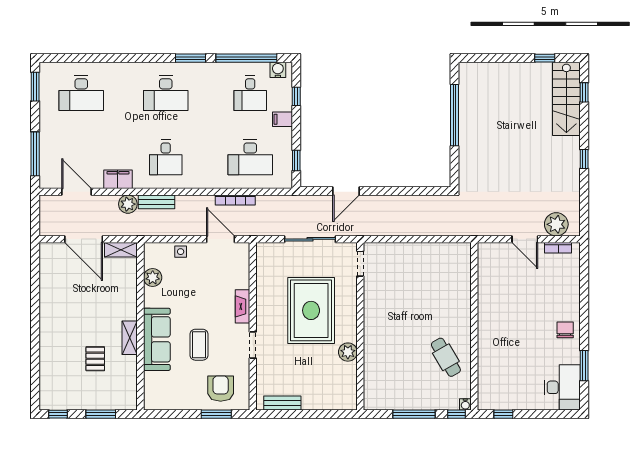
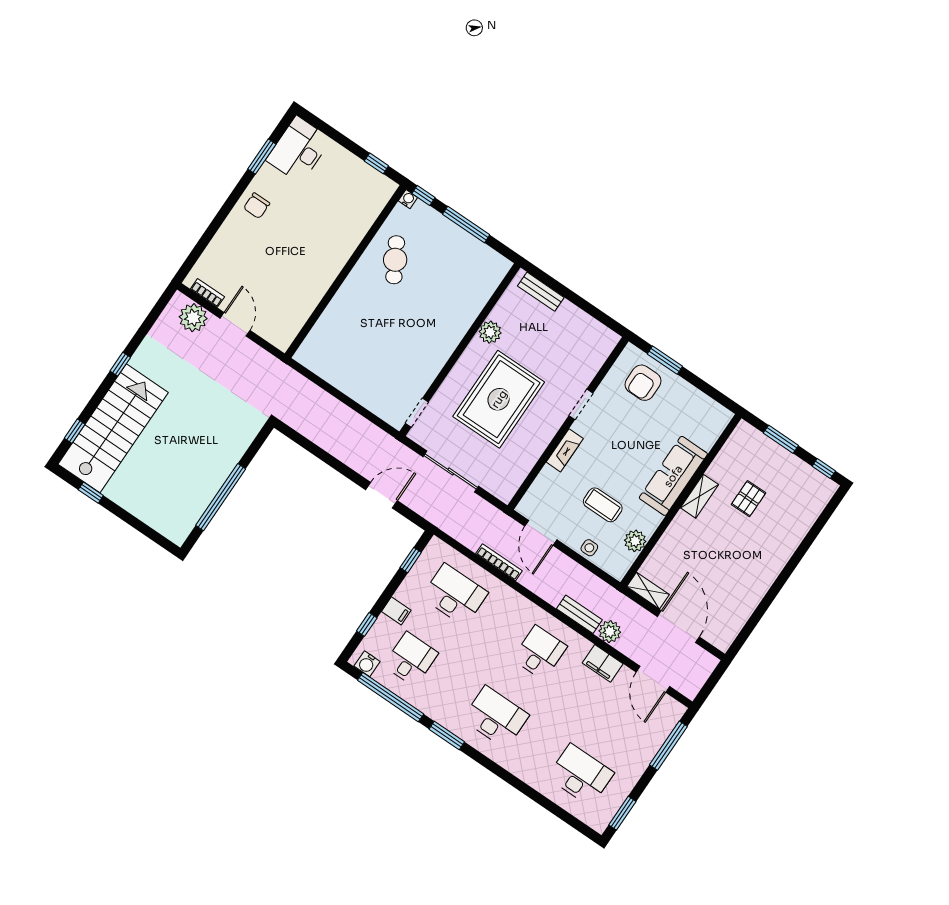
stairs: (566, 99) -> (113, 428), width x1.36, depth x1.51
coffee table: (199, 345) -> (603, 505), moved, turned 90
bench: (282, 403) -> (541, 292), moved

